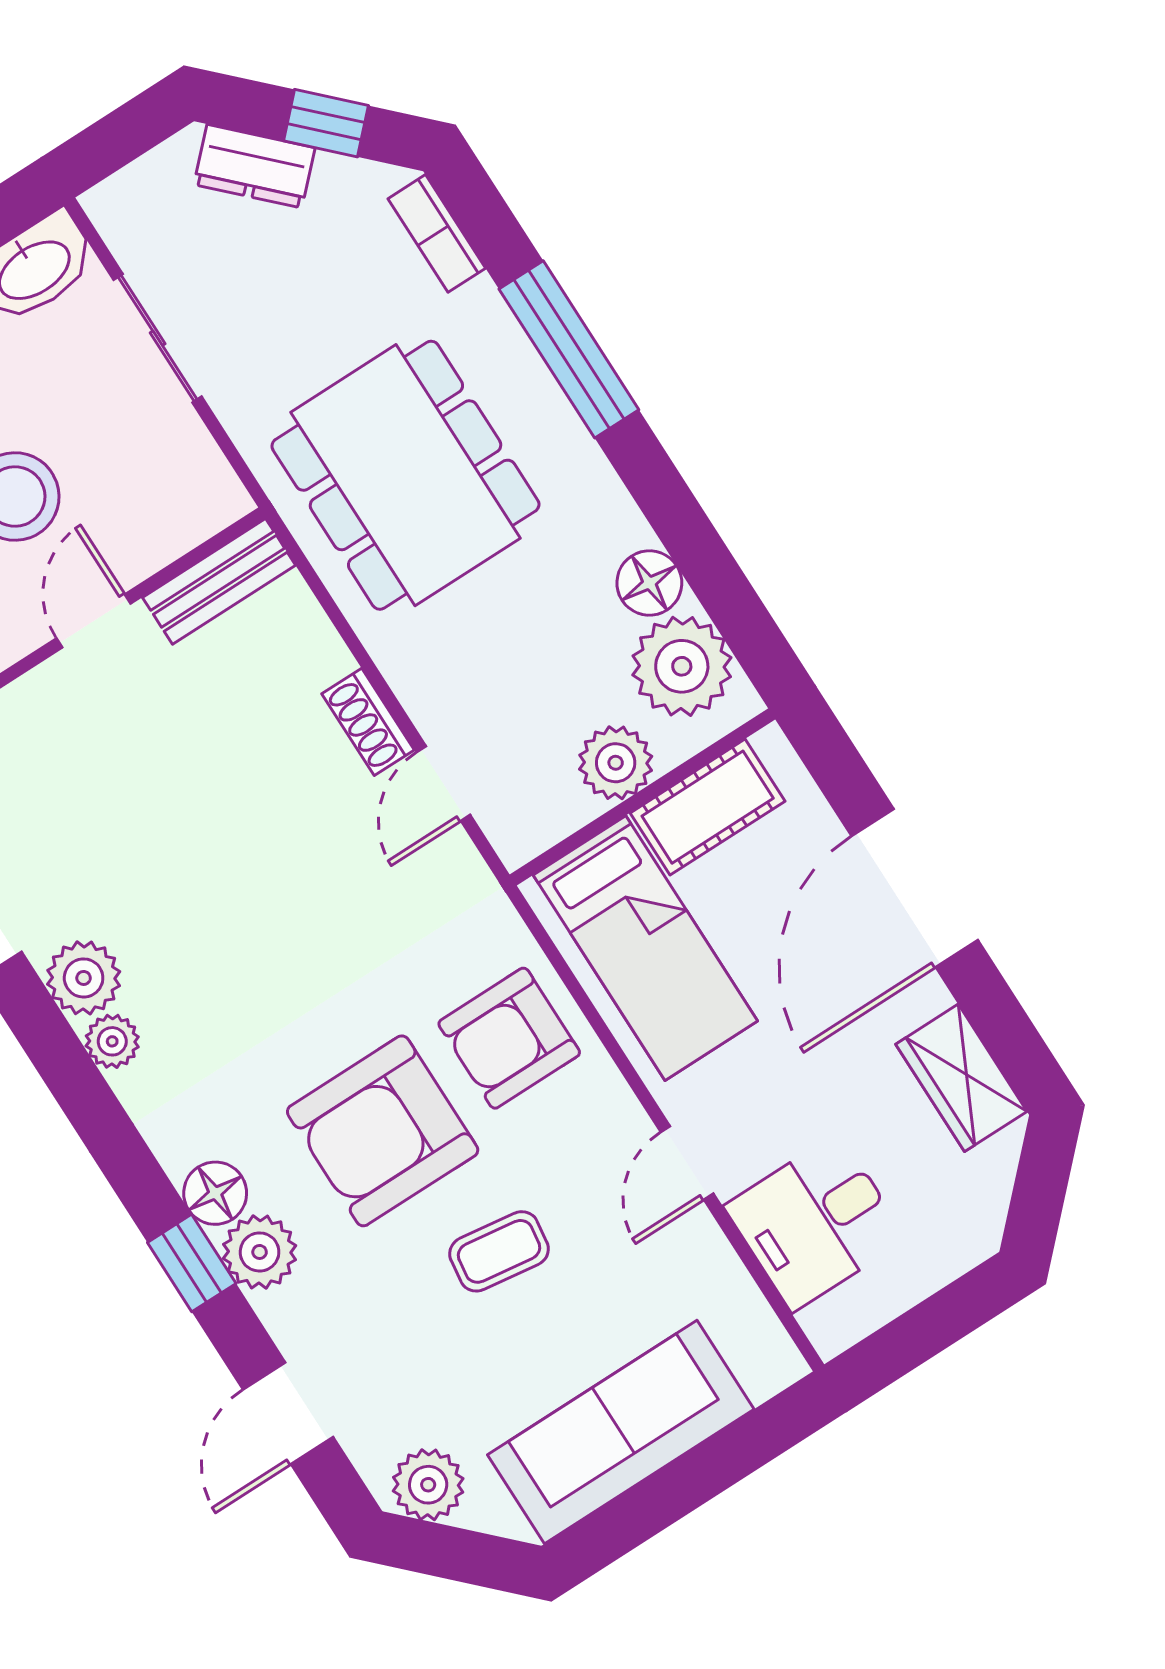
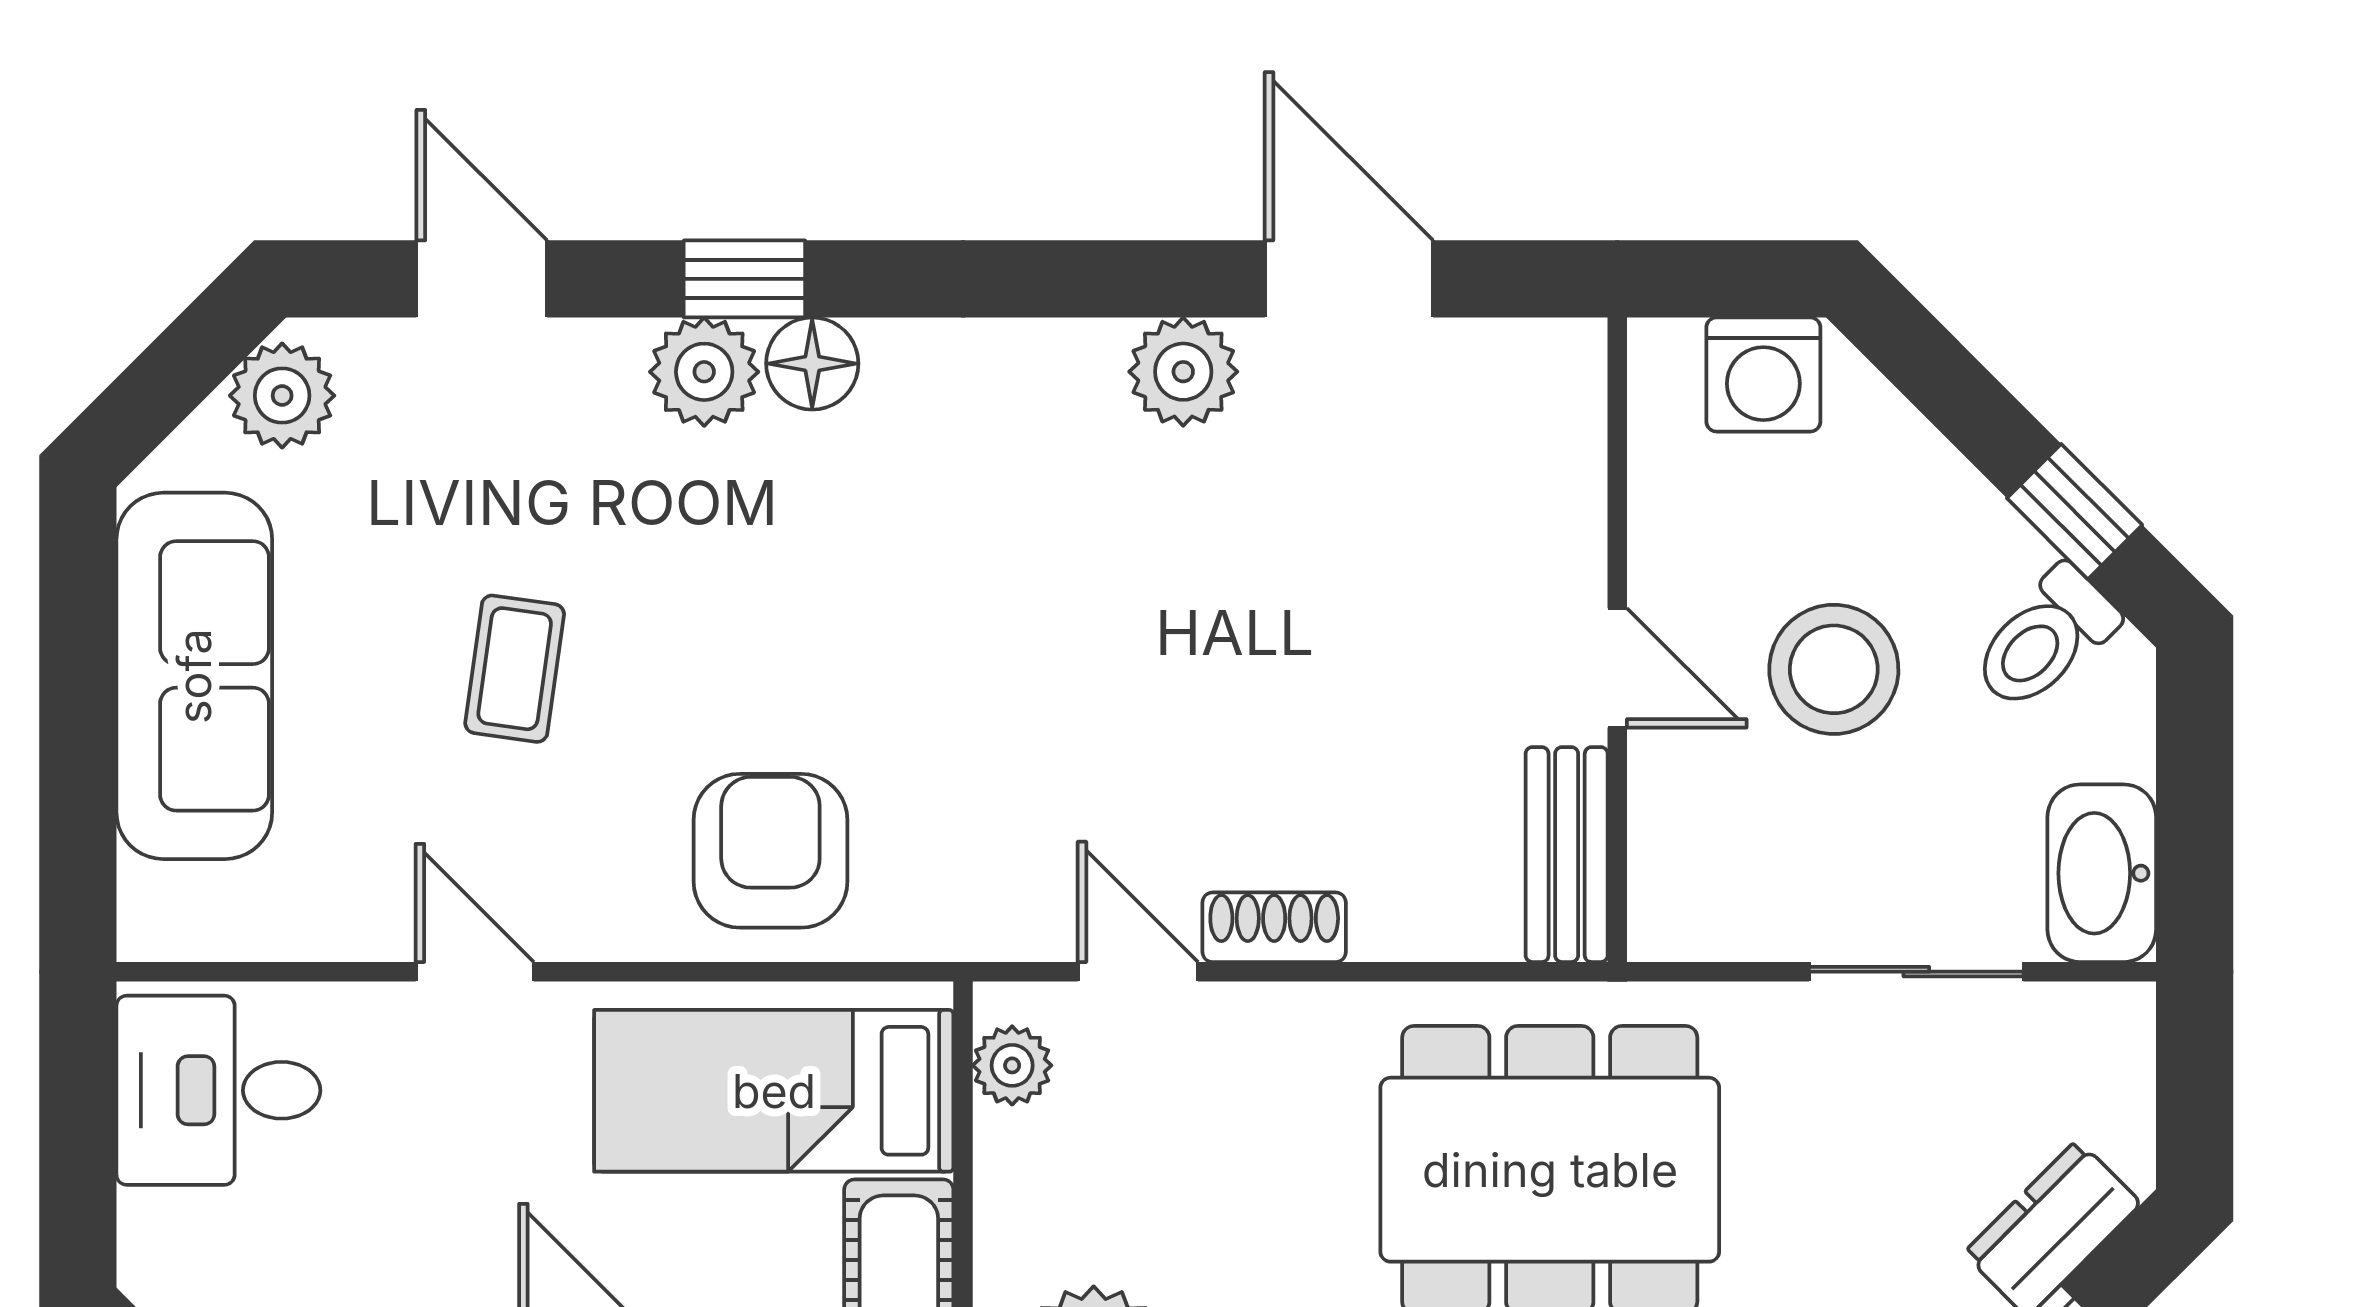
plant: (616, 763) -> (1012, 1065), moved, width x0.73, depth x0.73
plant: (112, 1041) -> (1082, 357), removed
armchair: (383, 1131) -> (756, 620), removed
desk: (815, 1222) -> (218, 1090), moved, turned -90

